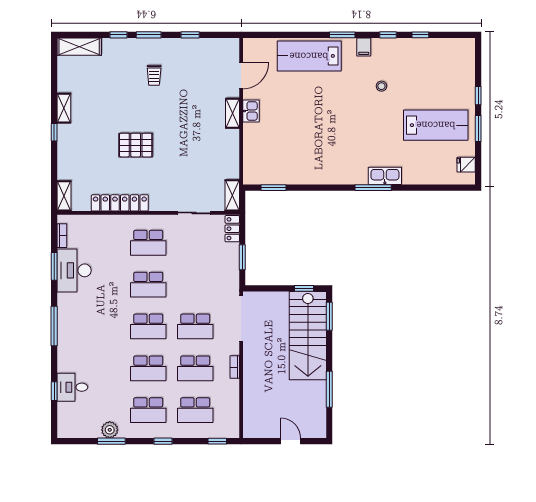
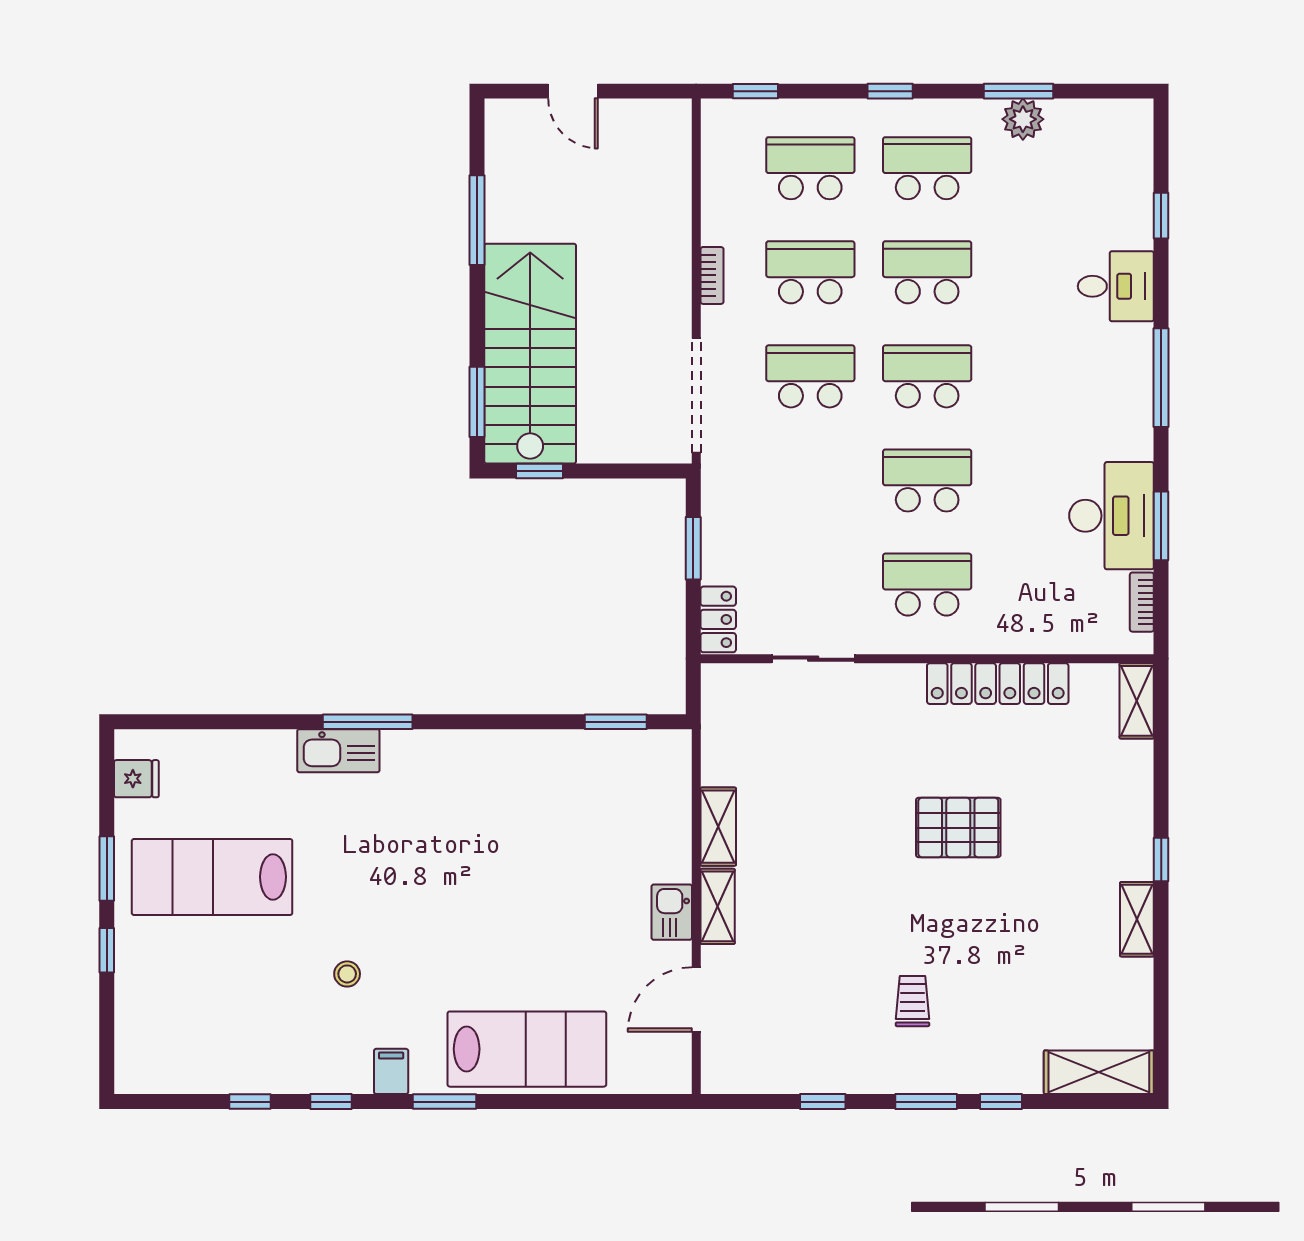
shelving: (232, 195) -> (718, 827), moved
desk: (72, 387) -> (1116, 286), moved

